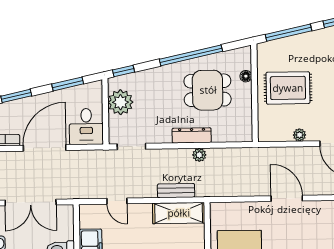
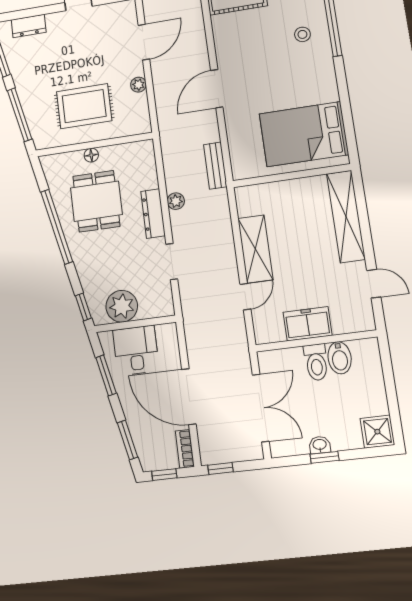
floor lamp: (246, 76) -> (91, 155), moved
rug: (288, 88) -> (84, 106), turned 90
desk: (86, 127) -> (136, 350), moved, turned -90
doorway: (131, 147) -> (172, 262), moved
bench: (176, 191) -> (215, 166), moved
shelving: (179, 213) -> (255, 249), moved

